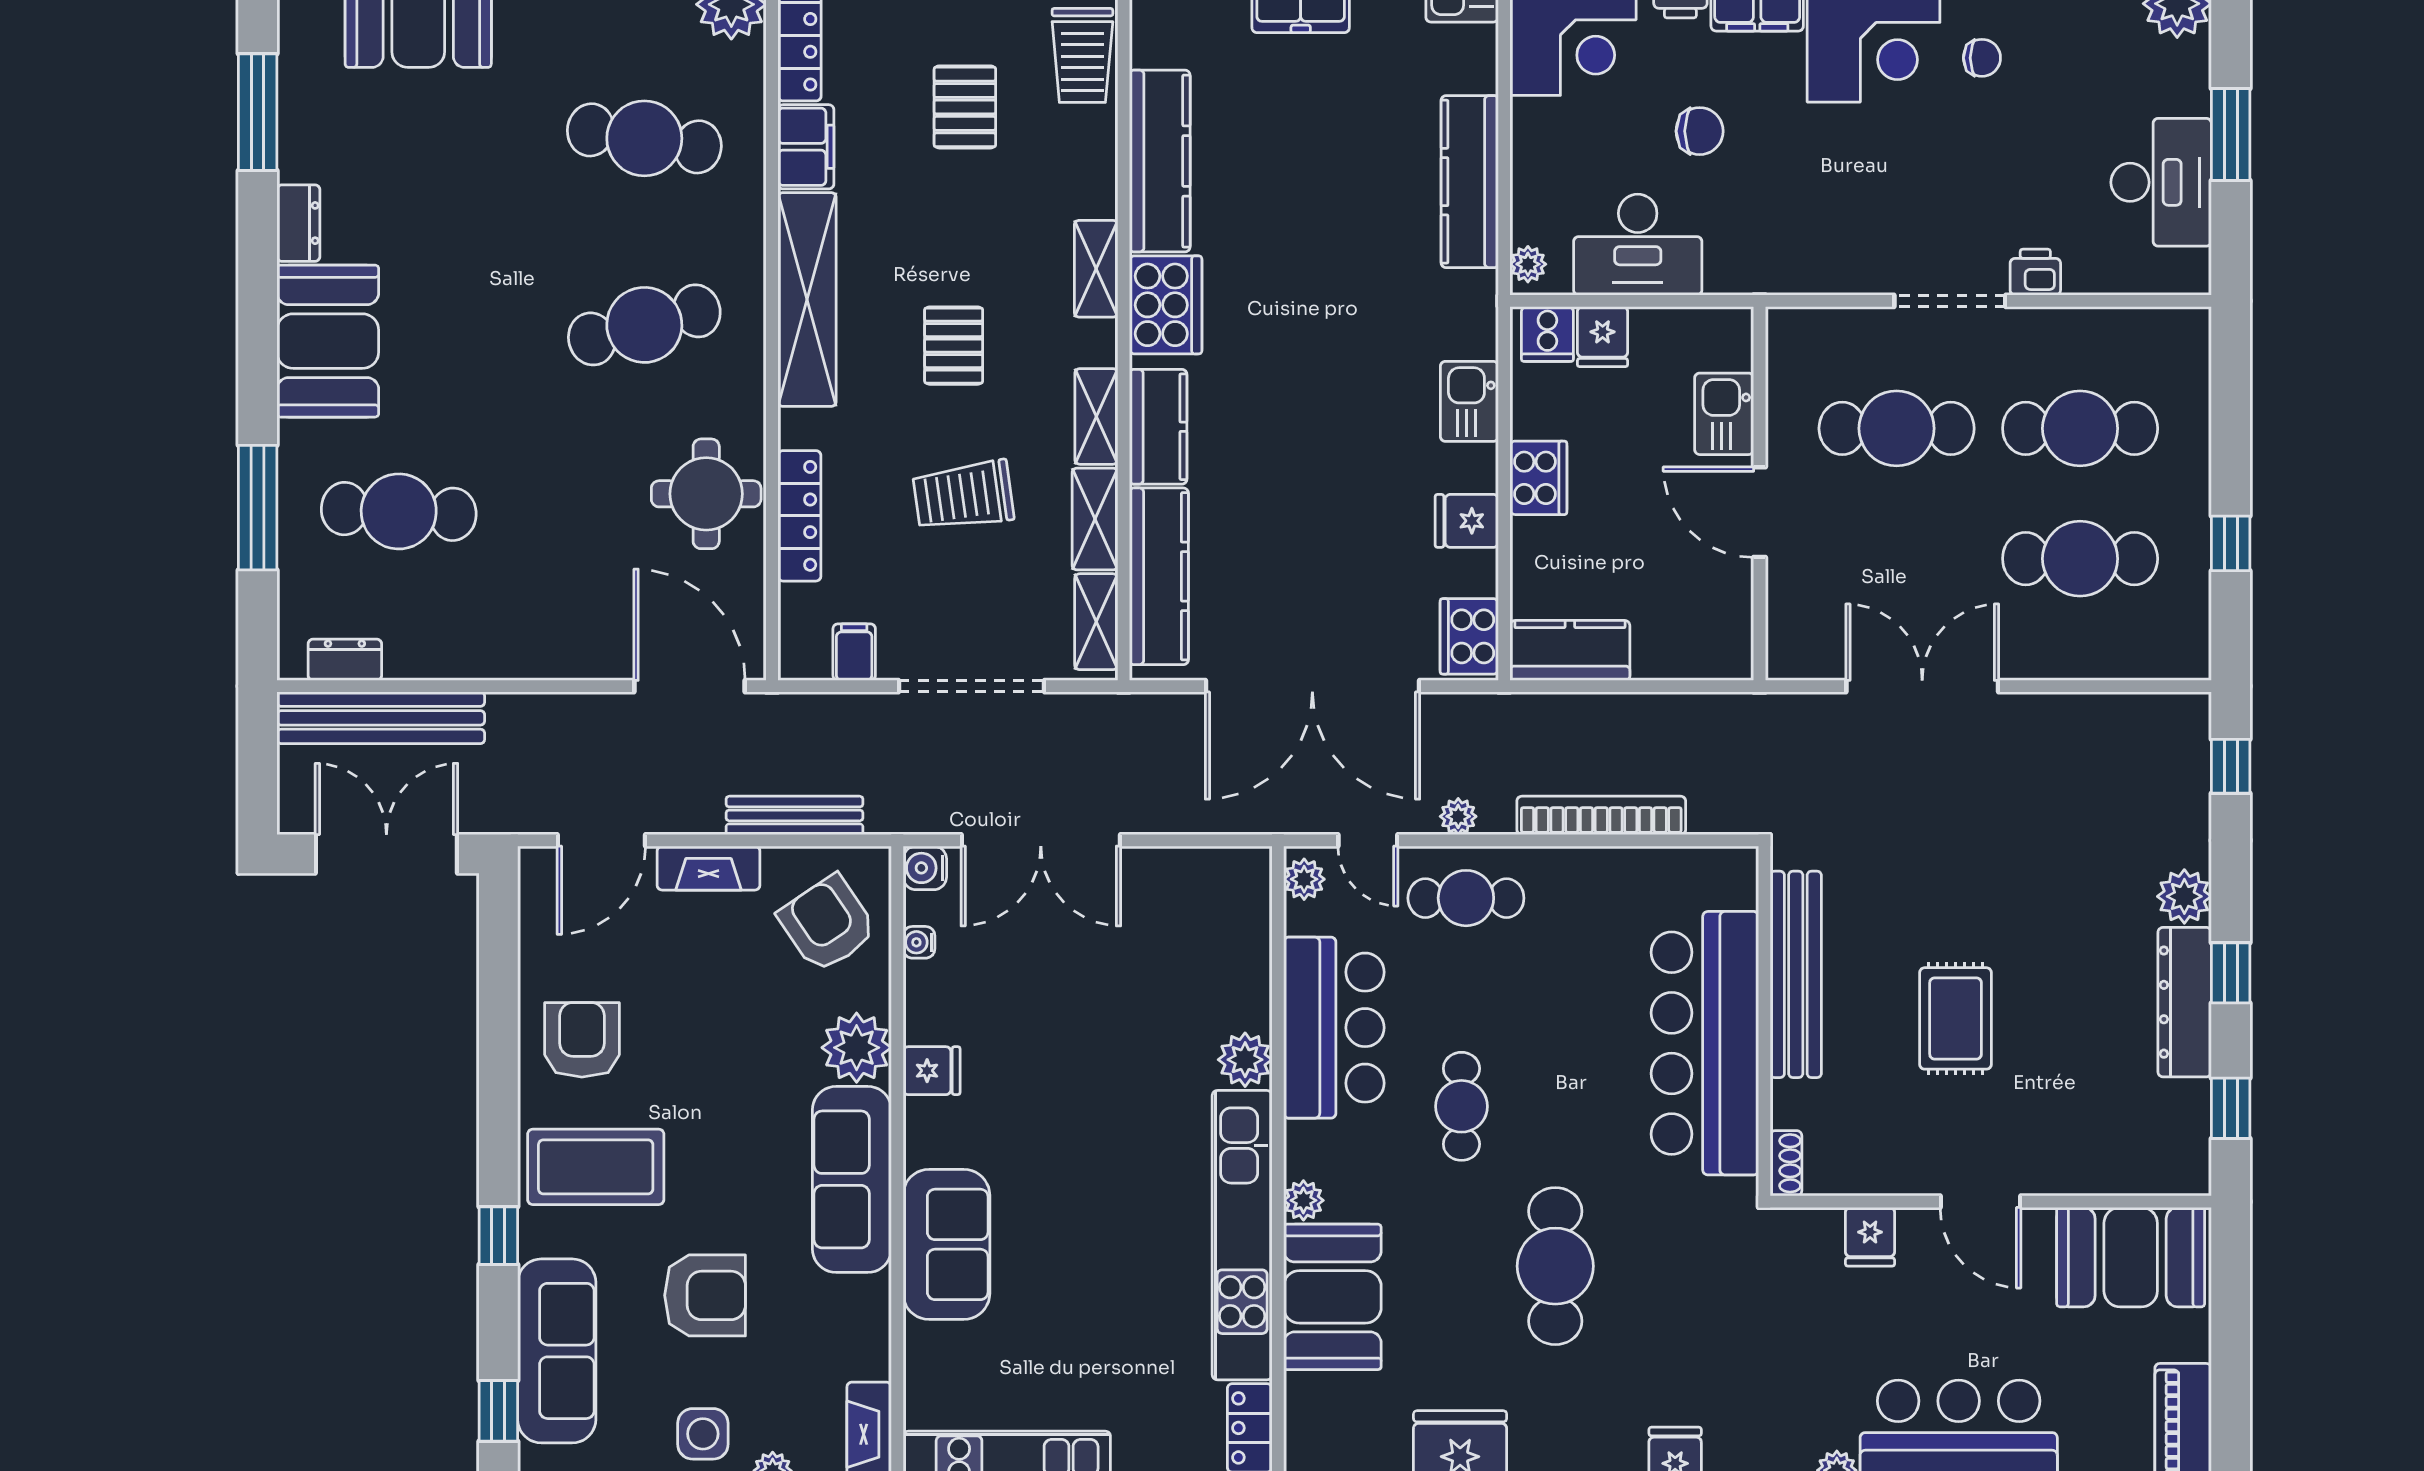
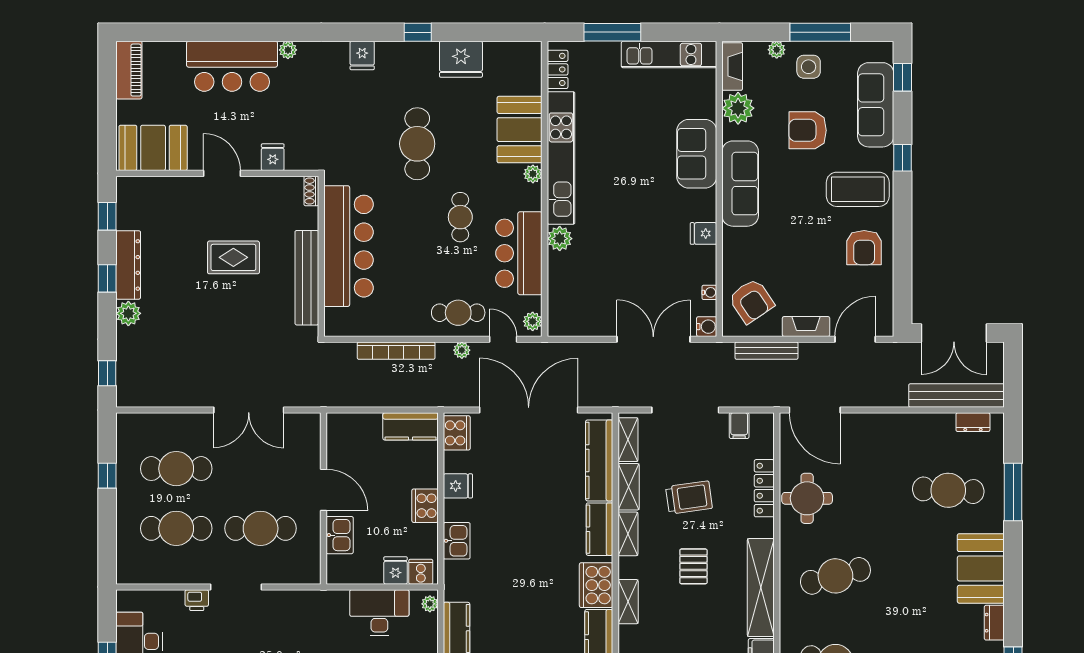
rug: (1956, 1018) -> (233, 257), turned 90
plant: (857, 1048) -> (738, 108), moved

